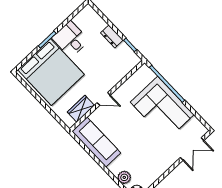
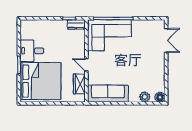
dresser: (112, 36) -> (76, 24), moved
door: (104, 99) -> (86, 65), swing flipped
corner sofa: (162, 108) -> (109, 35), moved

